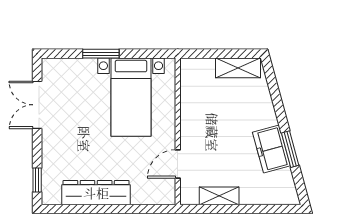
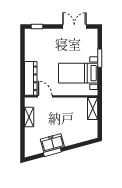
shelving: (238, 68) -> (93, 109), moved
dresser: (96, 193) -> (31, 78), moved

